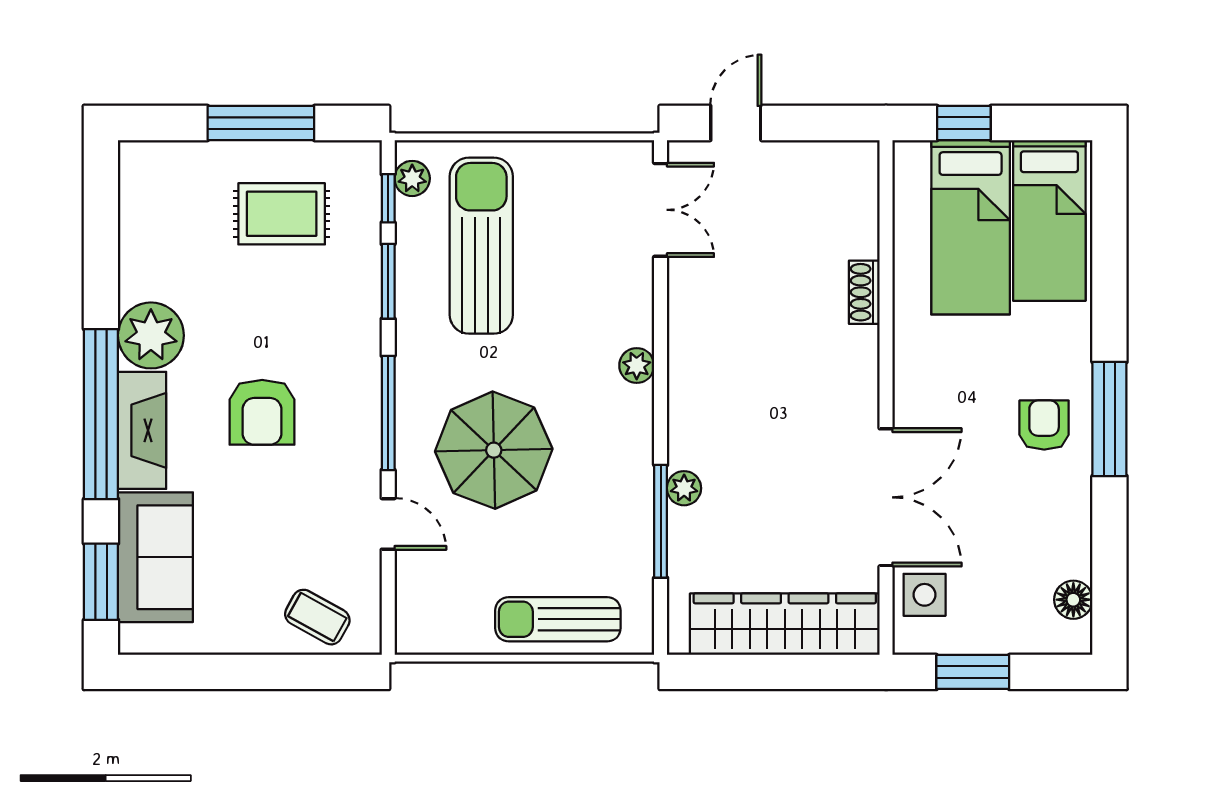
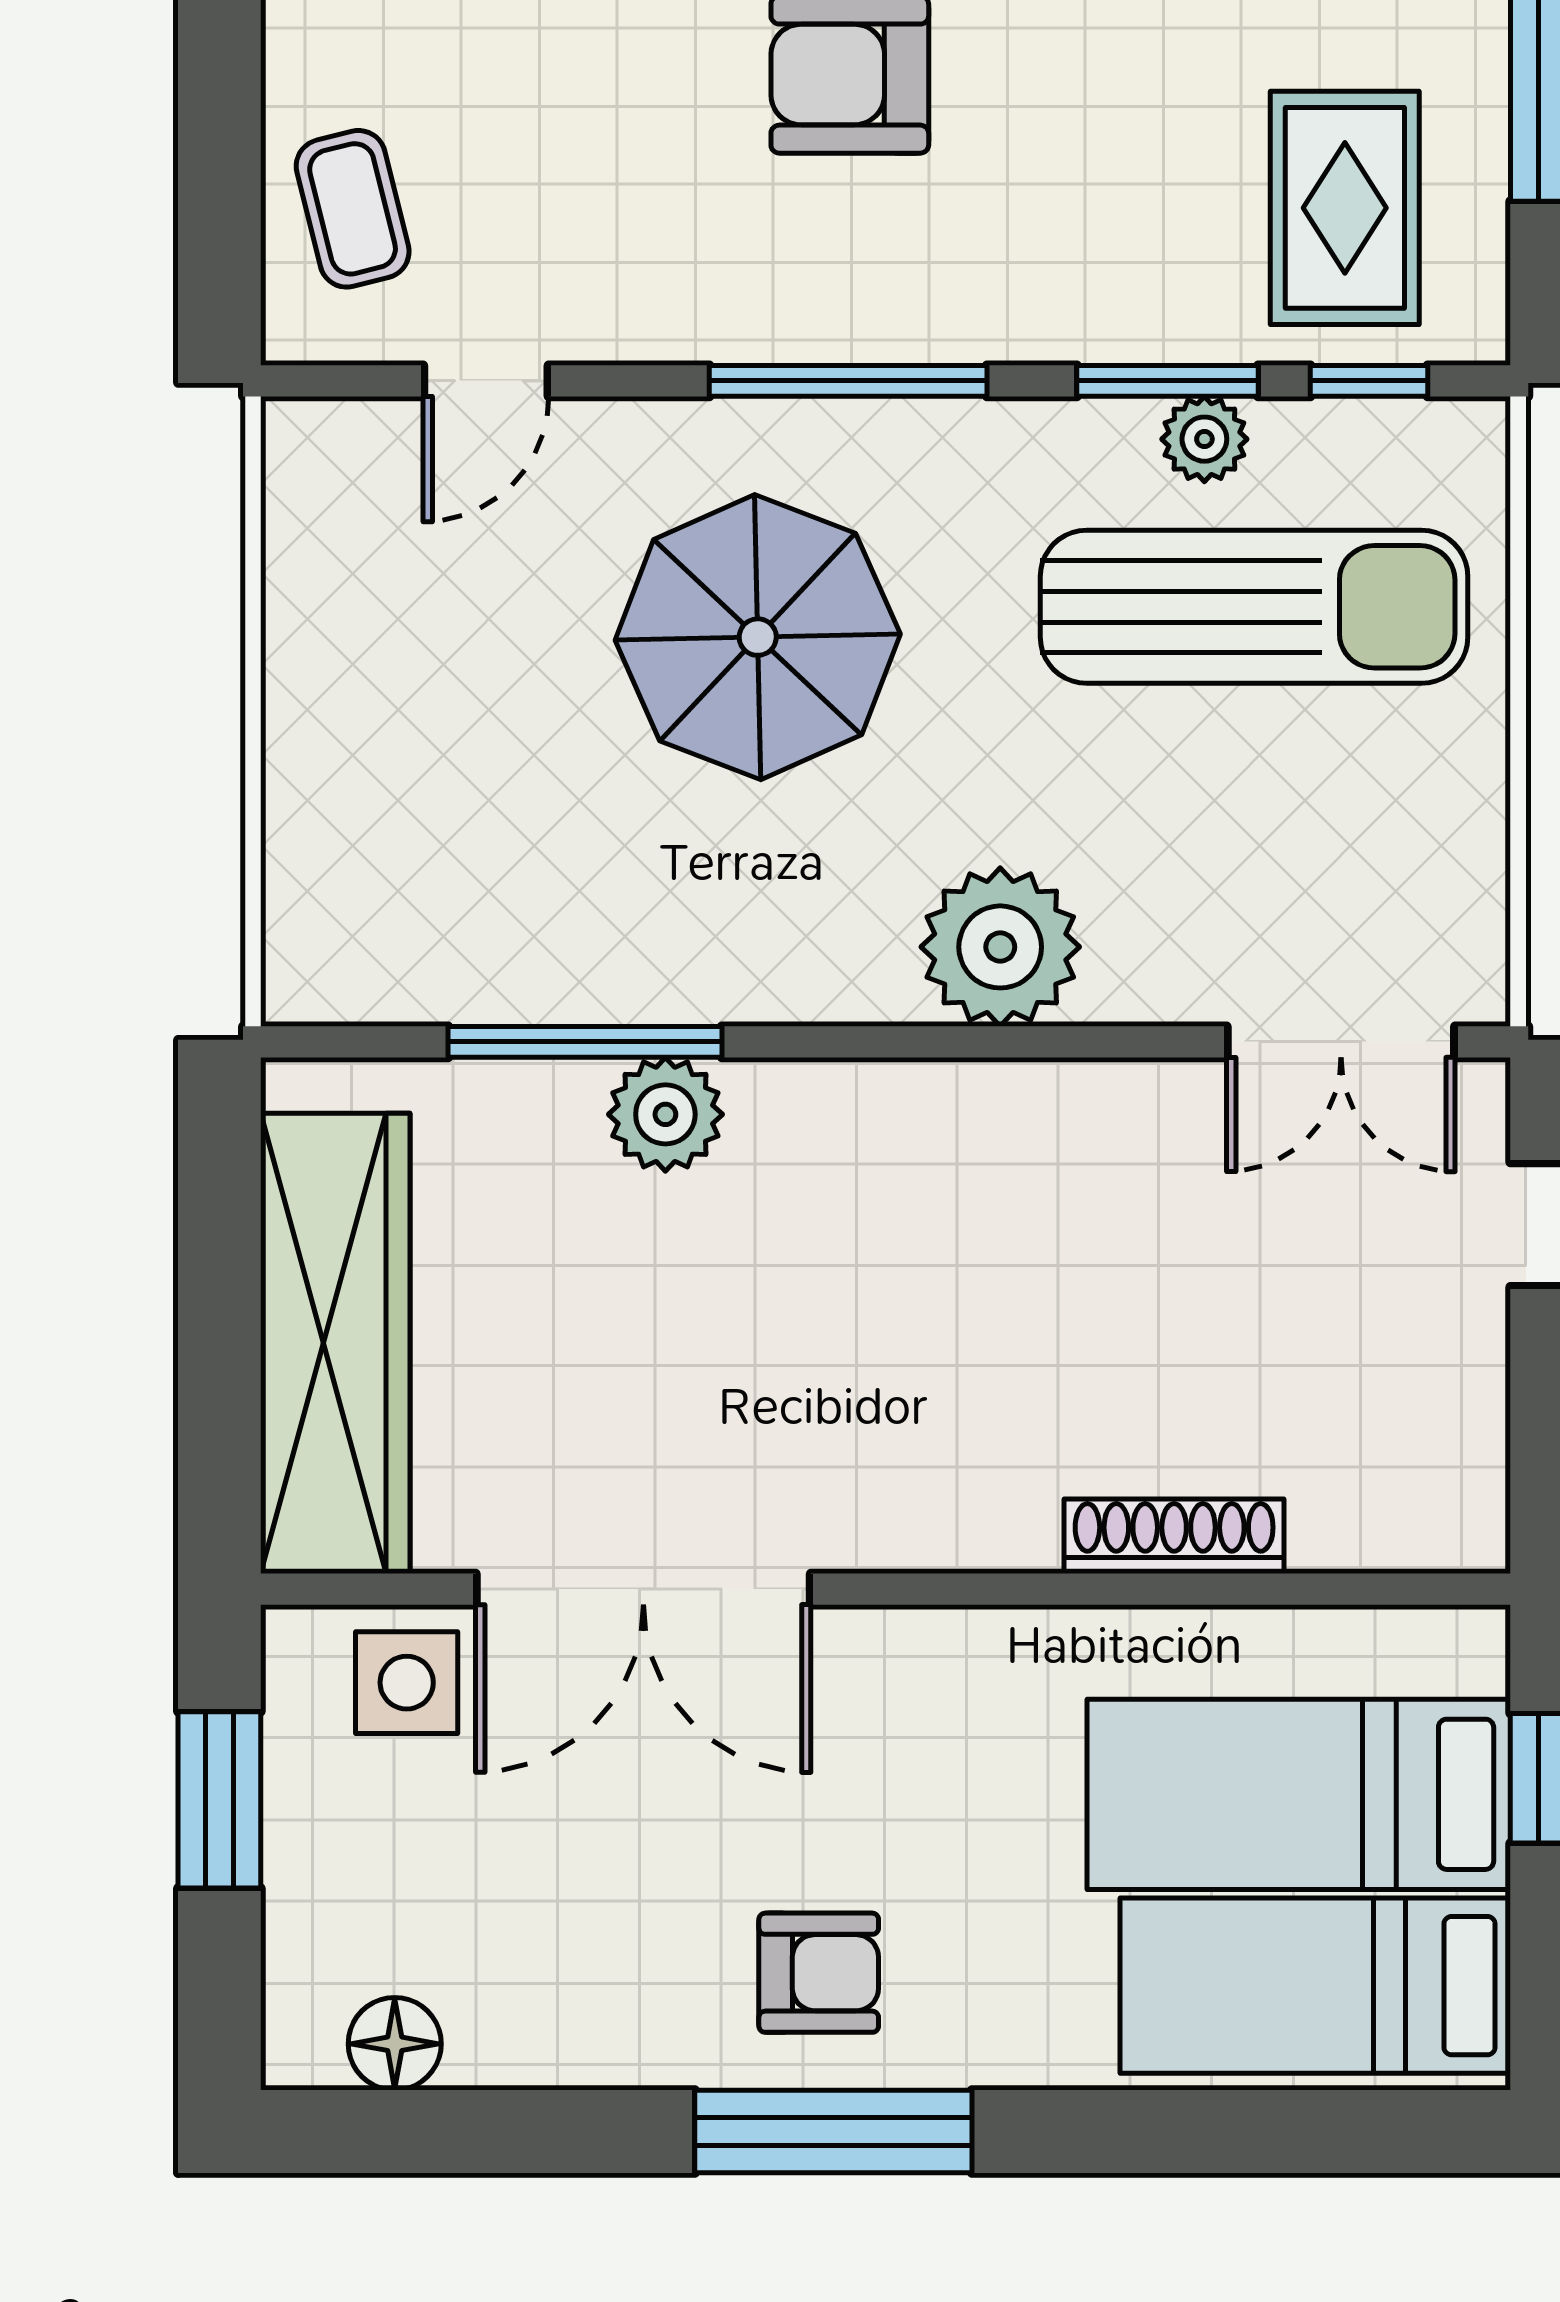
plant: (412, 178) -> (1204, 439), moved
rug: (282, 214) -> (1345, 208), moved
shoe rack: (864, 292) -> (1174, 1536), width x1.43
plant: (637, 365) -> (1000, 947), width x1.88, depth x1.88
plant: (684, 488) -> (665, 1114), width x1.38, depth x1.38
door: (388, 524) -> (486, 381), moved
coffee table: (317, 617) -> (353, 209), turned -43
sun lounger: (558, 619) -> (347, 793), removed

